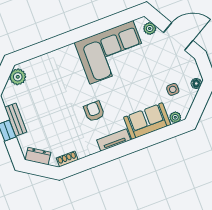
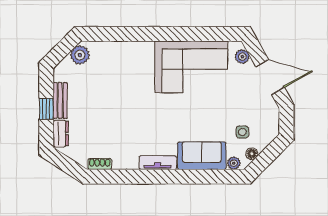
floor lamp: (196, 83) -> (252, 154), moved
armchair: (94, 111) -> (148, 124), removed
dresser: (38, 156) -> (61, 133), moved, turned 57

